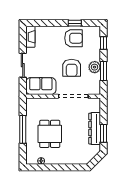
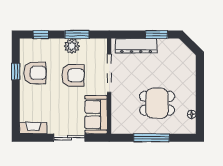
armchair: (74, 38) -> (35, 73), turned 90
dresser: (95, 129) -> (136, 46), moved

